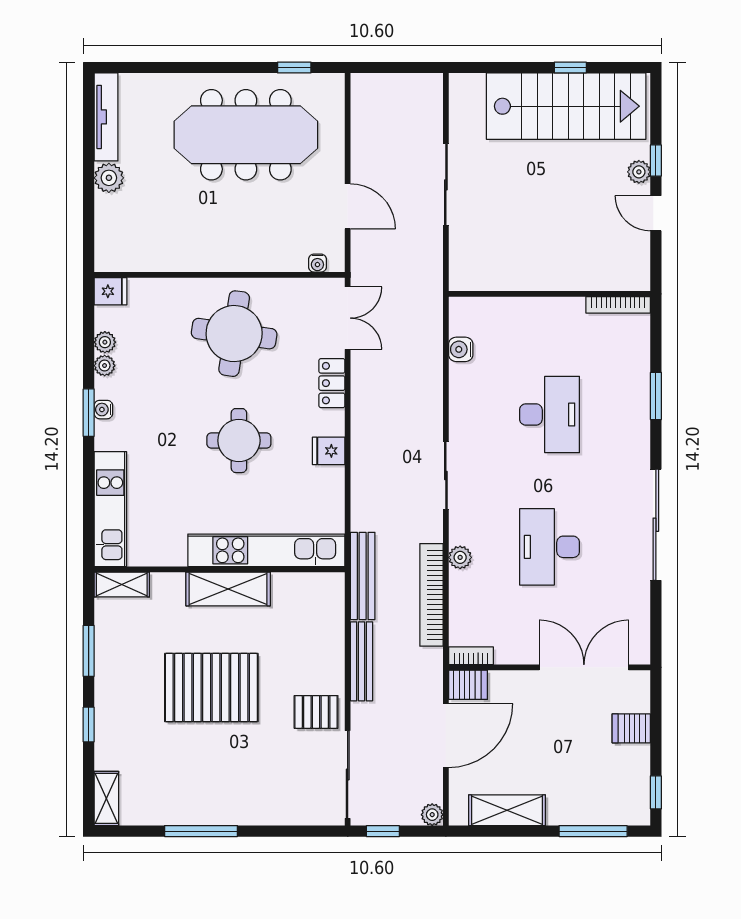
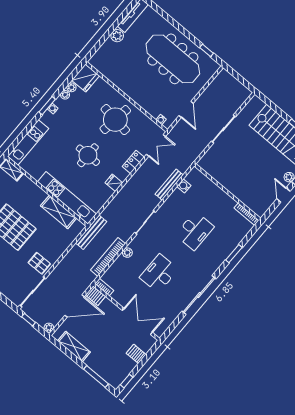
fridge: (110, 291) -> (86, 78), width x1.88, depth x1.34
shelving: (228, 589) -> (59, 212), moved
bench: (361, 661) -> (169, 185), moved

